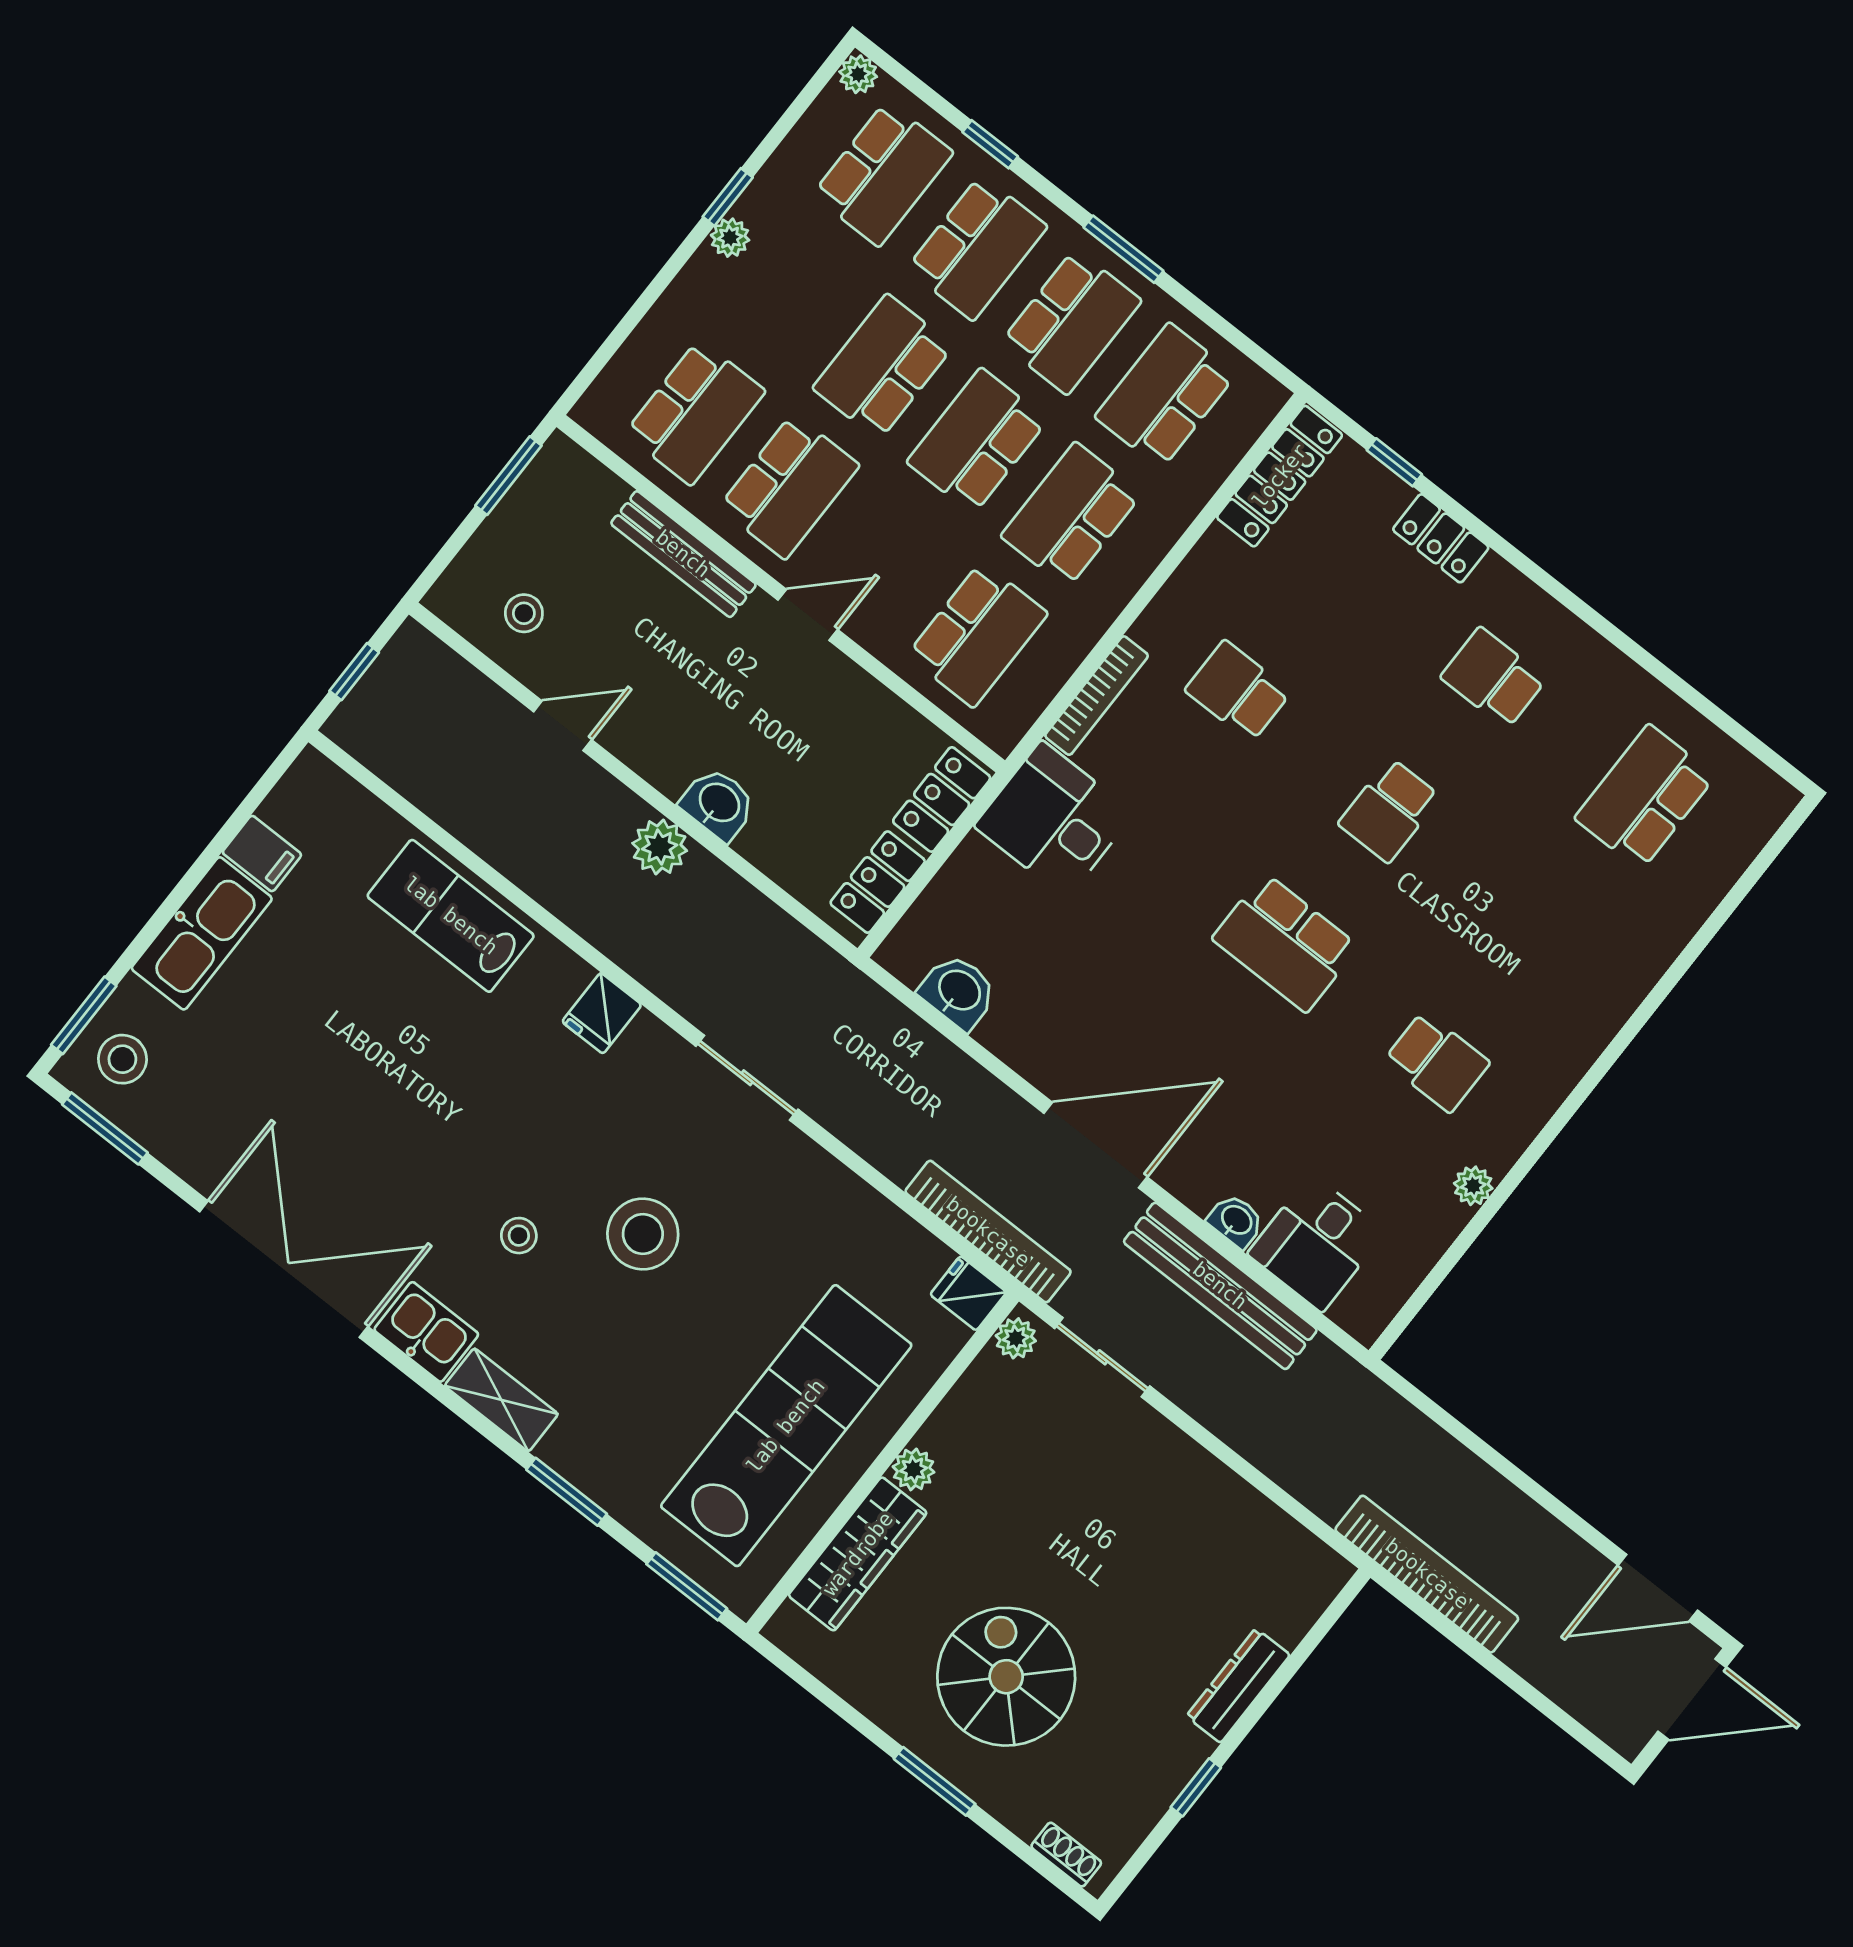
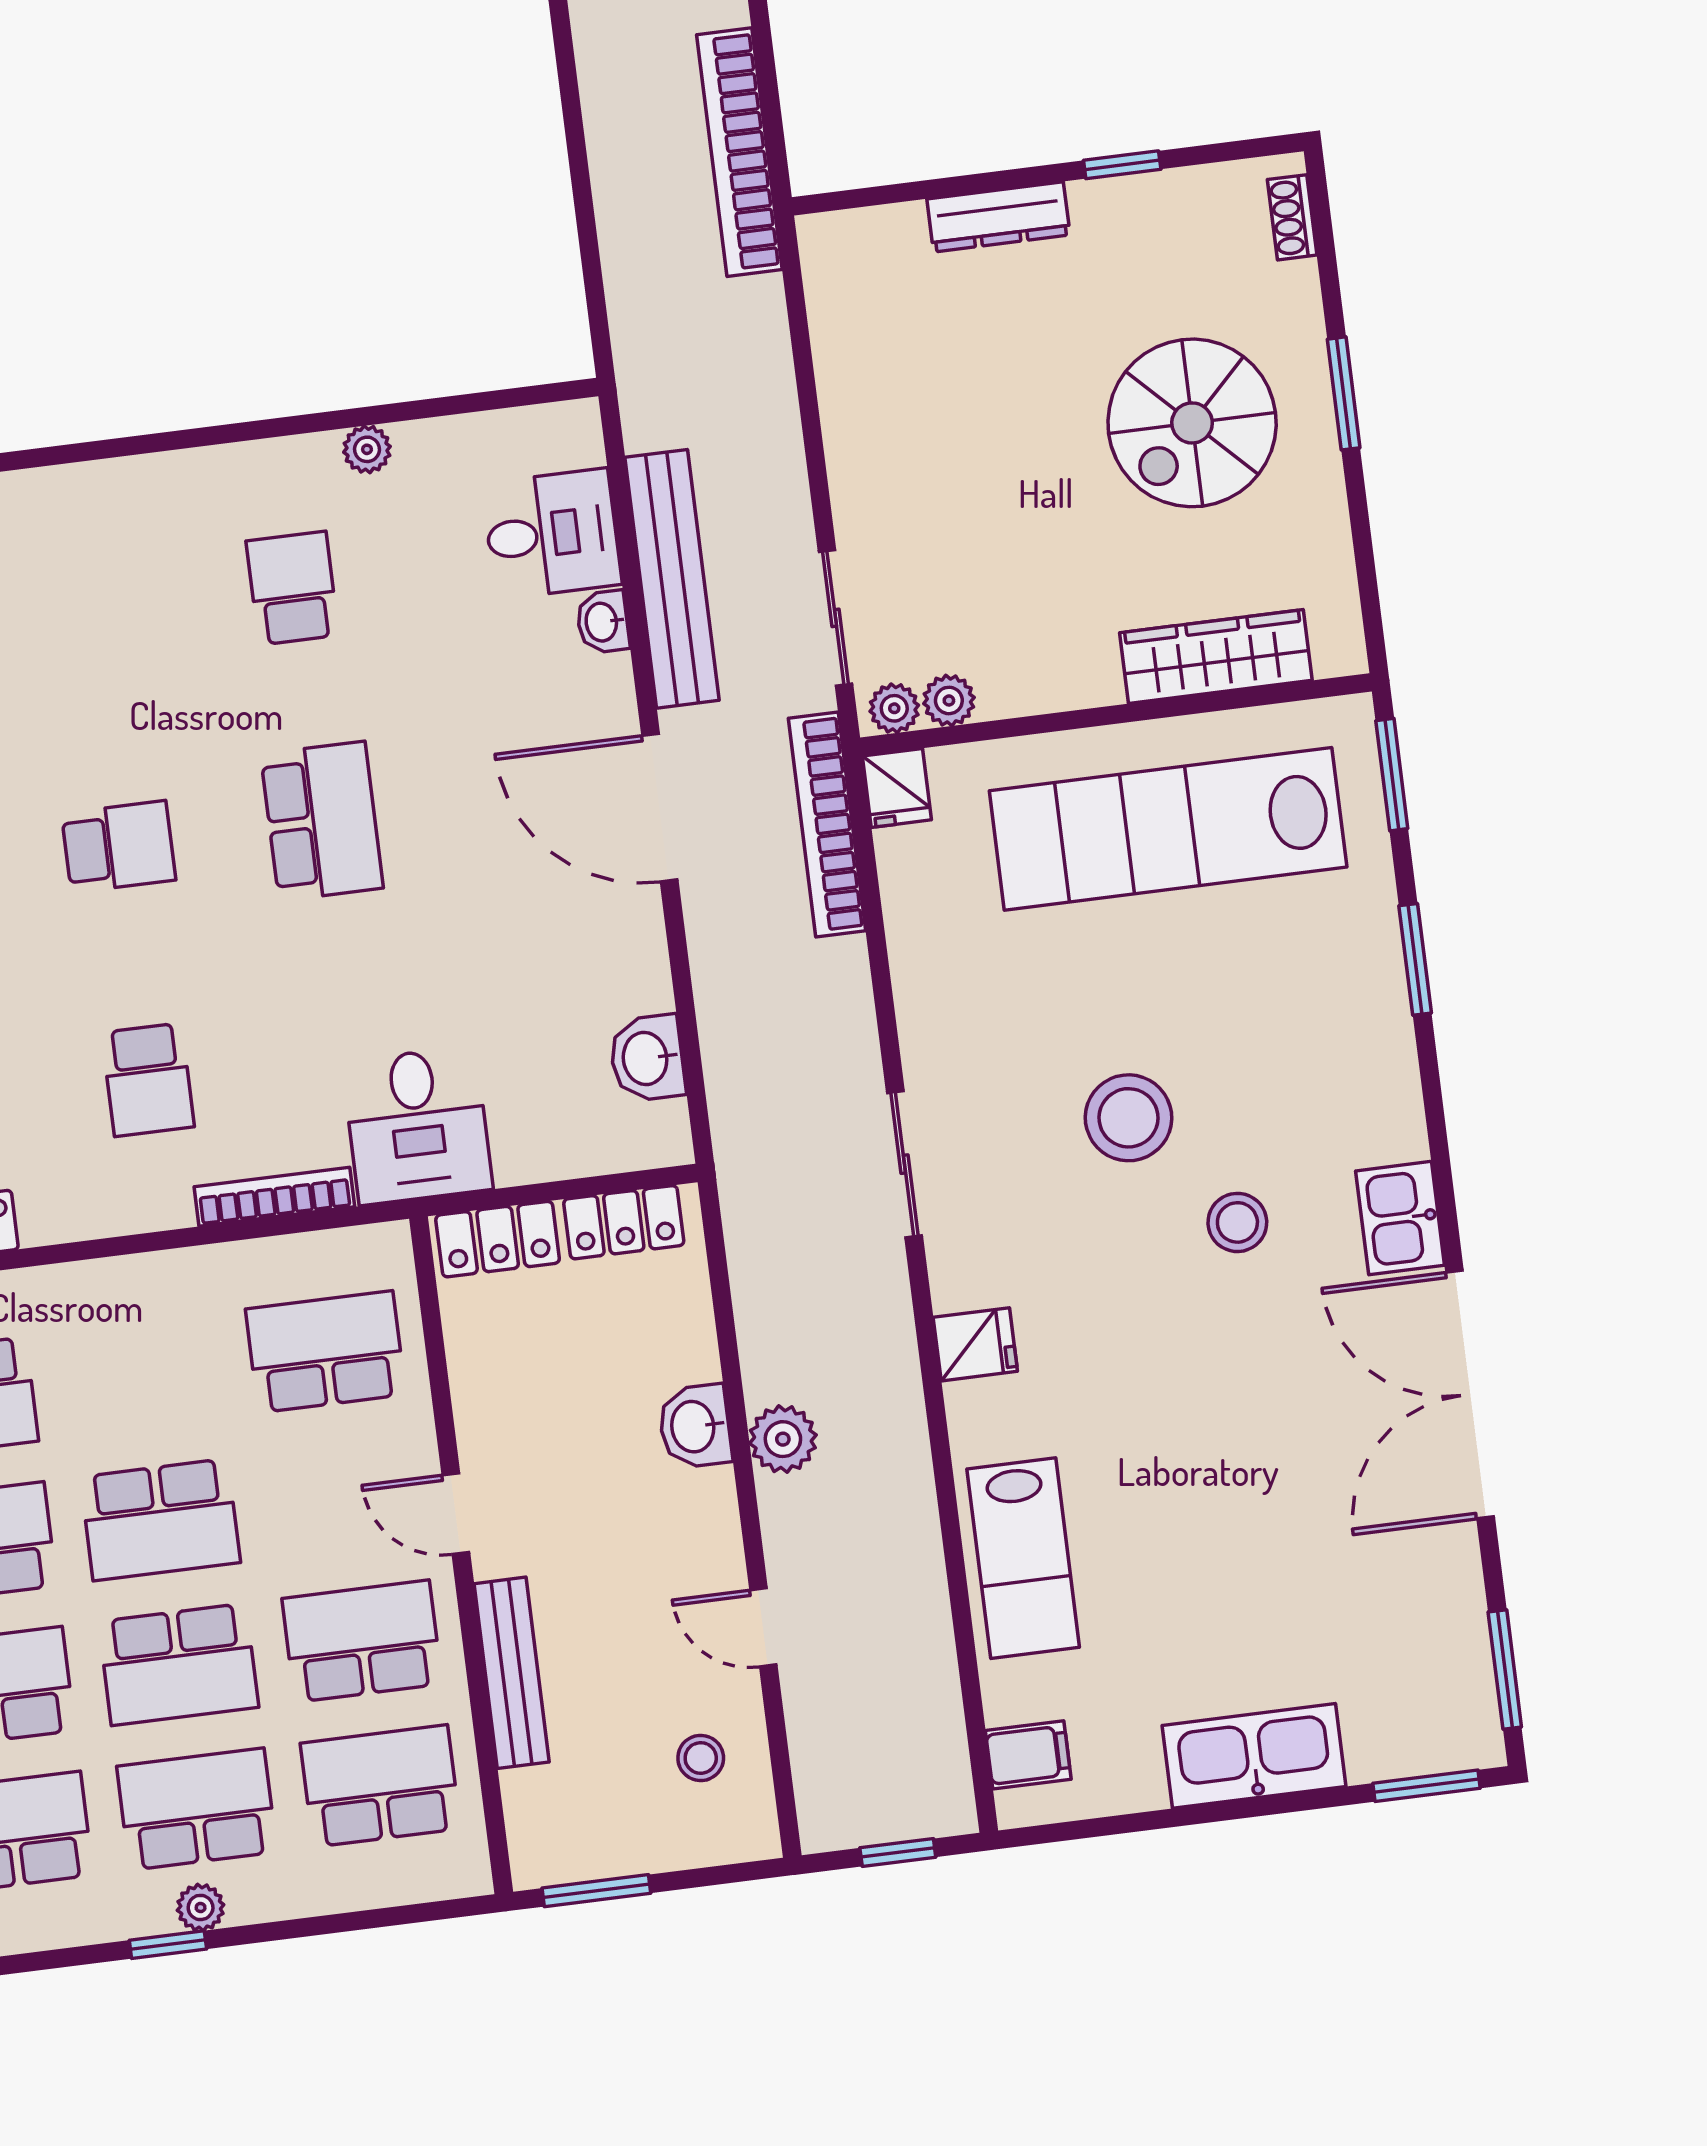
school desk: (1071, 515) -> (197, 1809), moved, turned 180
filing cabinet: (262, 854) -> (1028, 1755), moved, turned 90
stool: (122, 1059) -> (1430, 1715), removed
stool: (519, 1236) -> (1237, 1222), width x1.37, depth x1.37
shelving: (501, 1400) -> (1393, 1095), removed
plant: (914, 1469) -> (949, 700), moved

